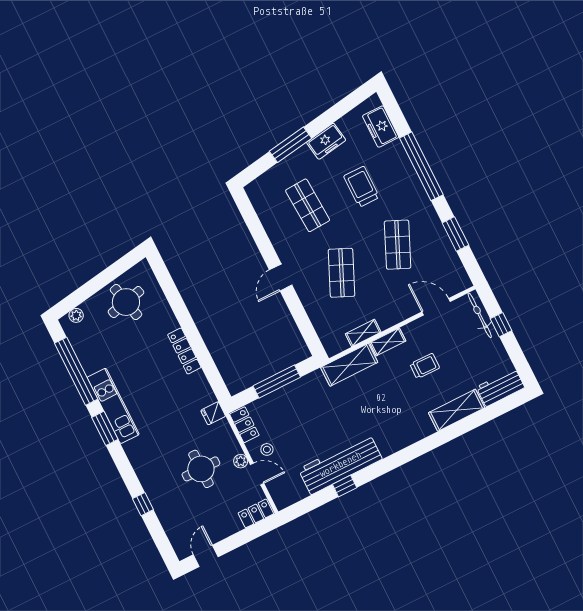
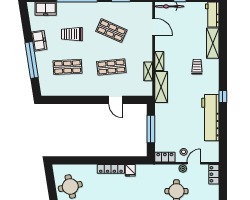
window: (290, 145) -> (32, 60), width x1.46
shop shelf: (342, 273) -> (111, 67), turned -30
door: (281, 277) -> (116, 100), moved
door: (436, 307) -> (154, 27), swing flipped
trolley: (425, 366) -> (197, 67), moved
fridge: (213, 413) -> (130, 170), moved
window: (345, 486) -> (223, 97), moved

